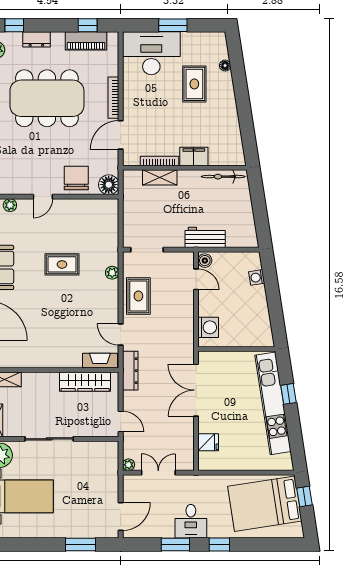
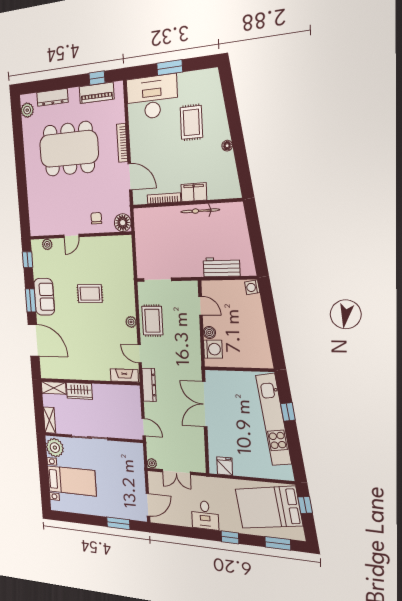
window: (14, 25) -> (39, 86), removed
dresser: (36, 39) -> (52, 97), width x1.44
floor lamp: (225, 66) -> (227, 146), moved
door: (121, 135) -> (130, 177), swing flipped
shelving: (160, 177) -> (165, 214), removed
bicycle: (223, 177) -> (200, 211), moved
chair: (76, 178) -> (96, 218), width x0.54, depth x0.54
workbench: (205, 237) -> (222, 267), moved
boiler: (205, 261) -> (209, 333), moved
plant: (112, 273) -> (131, 322), moved
washing machine: (257, 277) -> (252, 287), moved
wardrobe: (85, 382) -> (79, 391), moved, width x0.67
fridge: (208, 442) -> (225, 466), moved, turned -90
double door: (158, 473) -> (176, 472), swing flipped
window: (175, 544) -> (278, 543), moved

